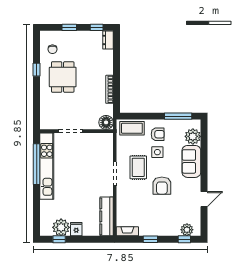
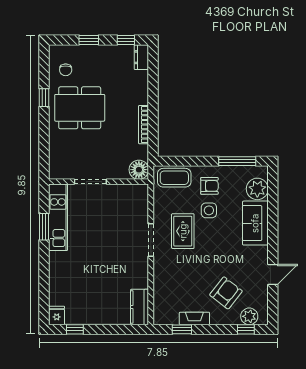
dining table: (63, 77) -> (80, 108), width x1.37
window: (37, 164) -> (44, 227), width x0.47
kitchen unit: (47, 166) -> (58, 217), width x0.73
armchair: (162, 186) -> (226, 293), moved, turned -142
kitchen counter: (107, 216) -> (140, 307), width x0.67
plant: (61, 227) -> (77, 313), removed
fridge: (76, 229) -> (57, 315), moved
fireplace: (127, 231) -> (194, 318), moved
window: (150, 239) -> (182, 329), moved

